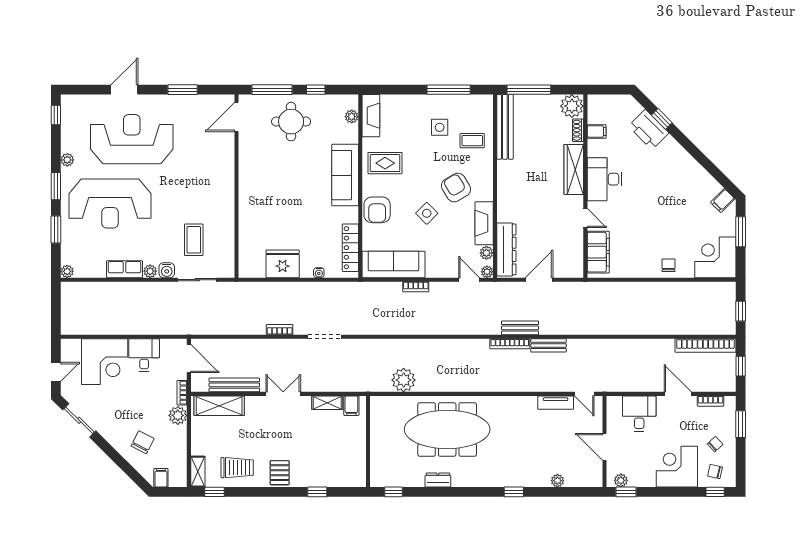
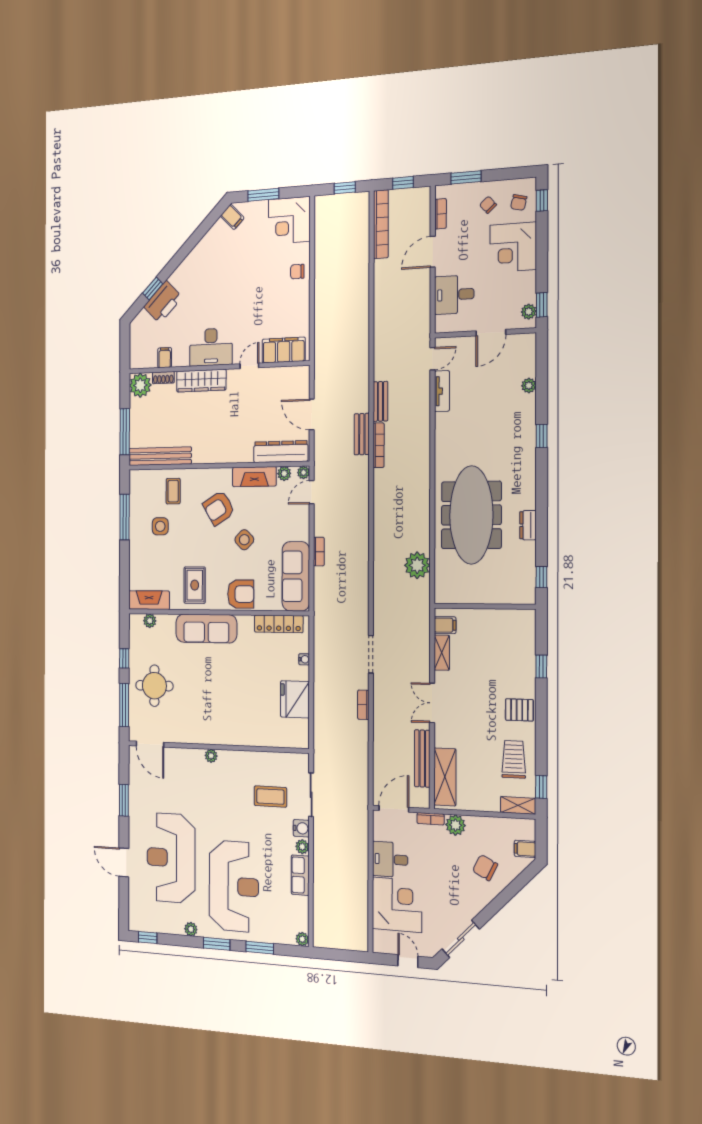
plant: (228, 180) -> (211, 756), added

